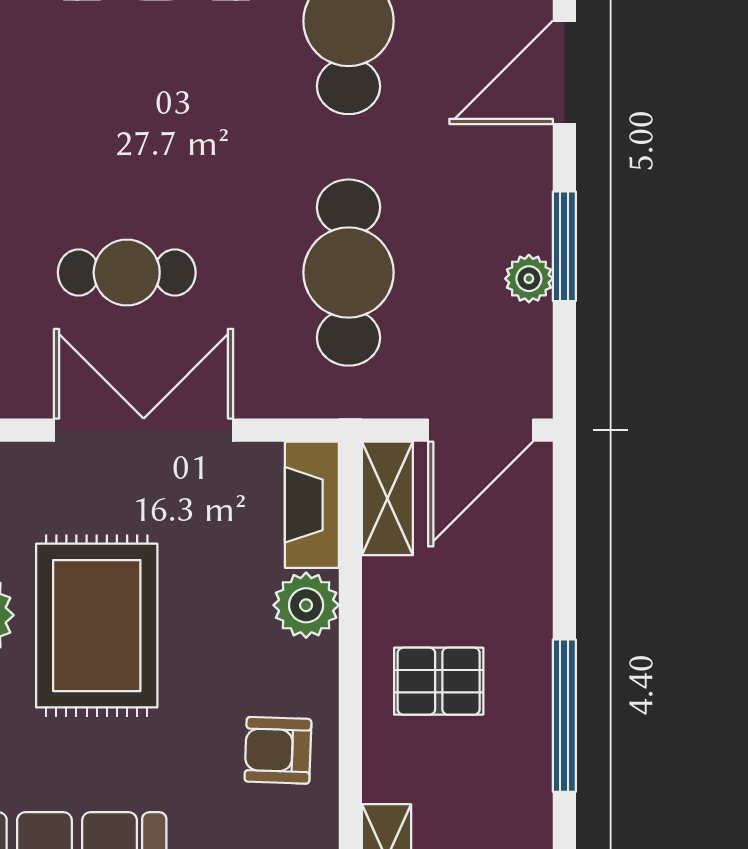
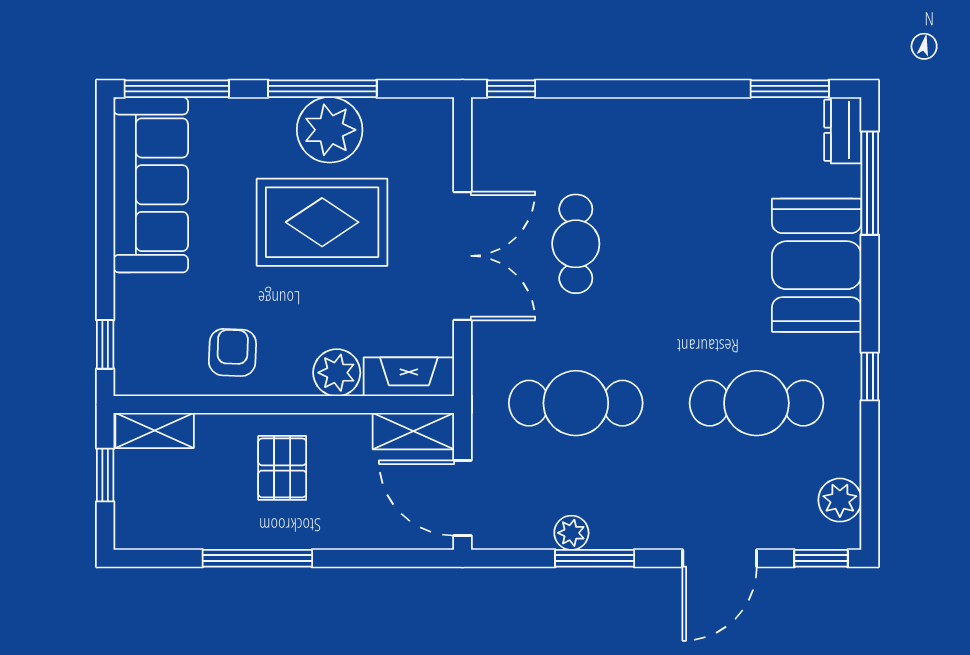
door: (564, 72) -> (720, 558), swing flipped

